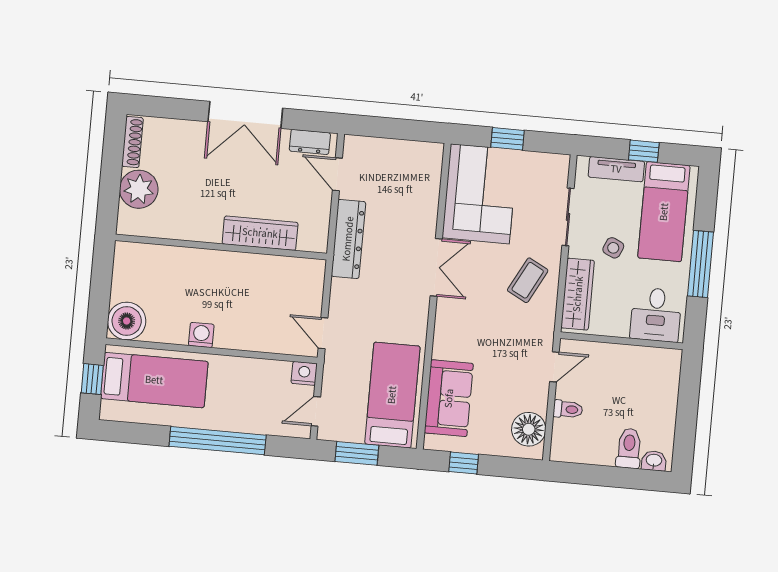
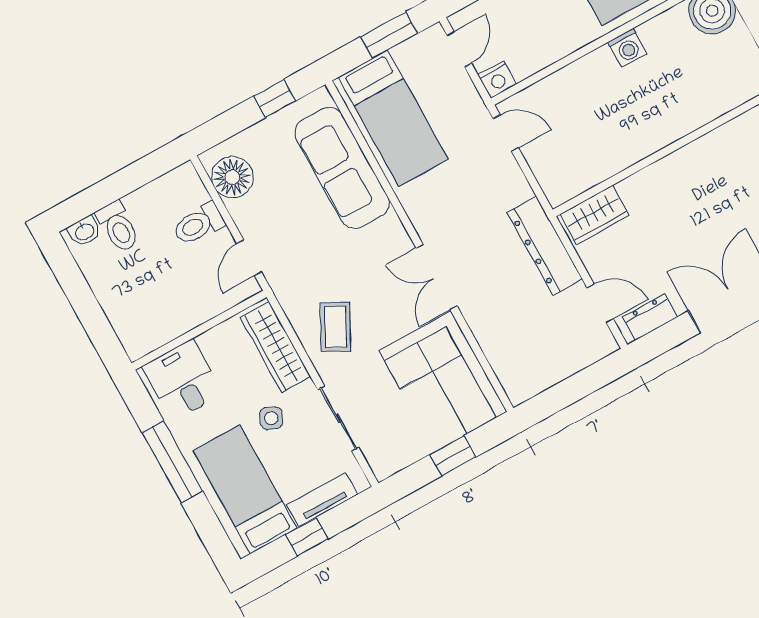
wardrobe: (260, 233) -> (594, 215), moved, width x0.67
sofa: (449, 398) -> (342, 168), width x1.36
toilet: (568, 409) -> (199, 224), width x1.37, depth x1.39

